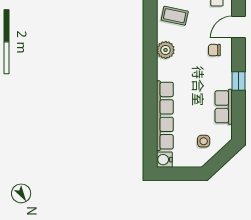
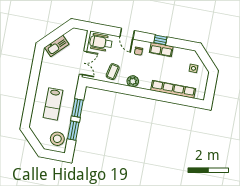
row of seats: (224, 107) -> (161, 50), moved
water cooler: (164, 160) -> (200, 95), removed

